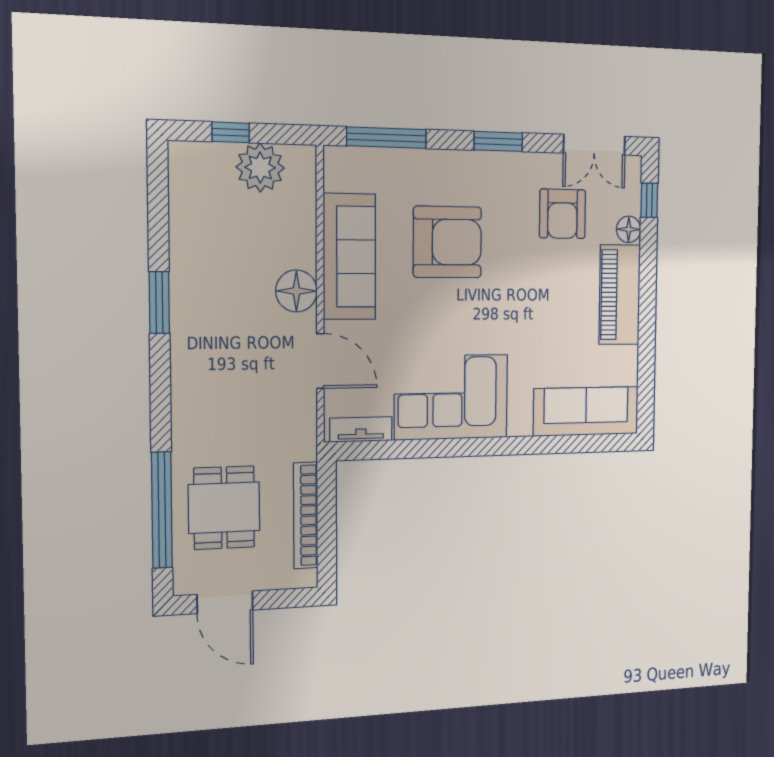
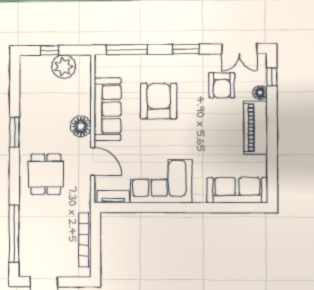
armchair: (447, 242) -> (159, 101), turned -90
dining table: (224, 508) -> (46, 174), moved

